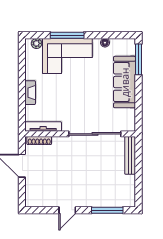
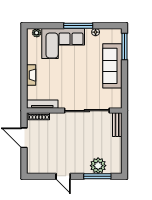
window: (67, 35) -> (78, 26), moved
bench: (130, 155) -> (117, 125), width x0.73
plant: (108, 198) -> (98, 166), added
door: (67, 210) -> (63, 176), hinge flipped

